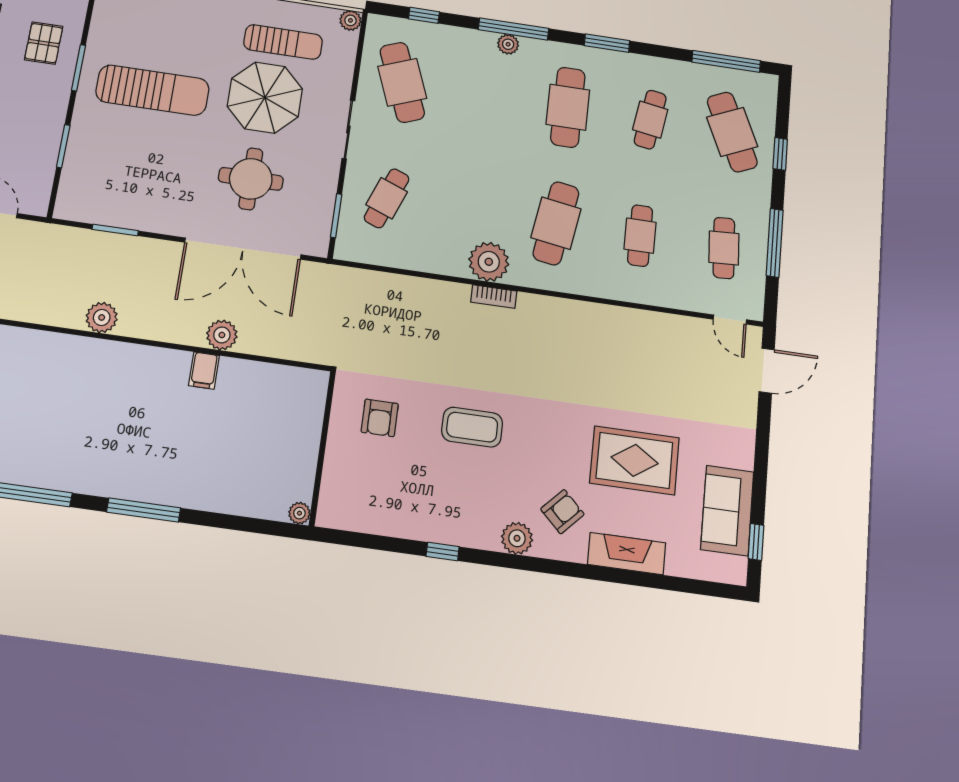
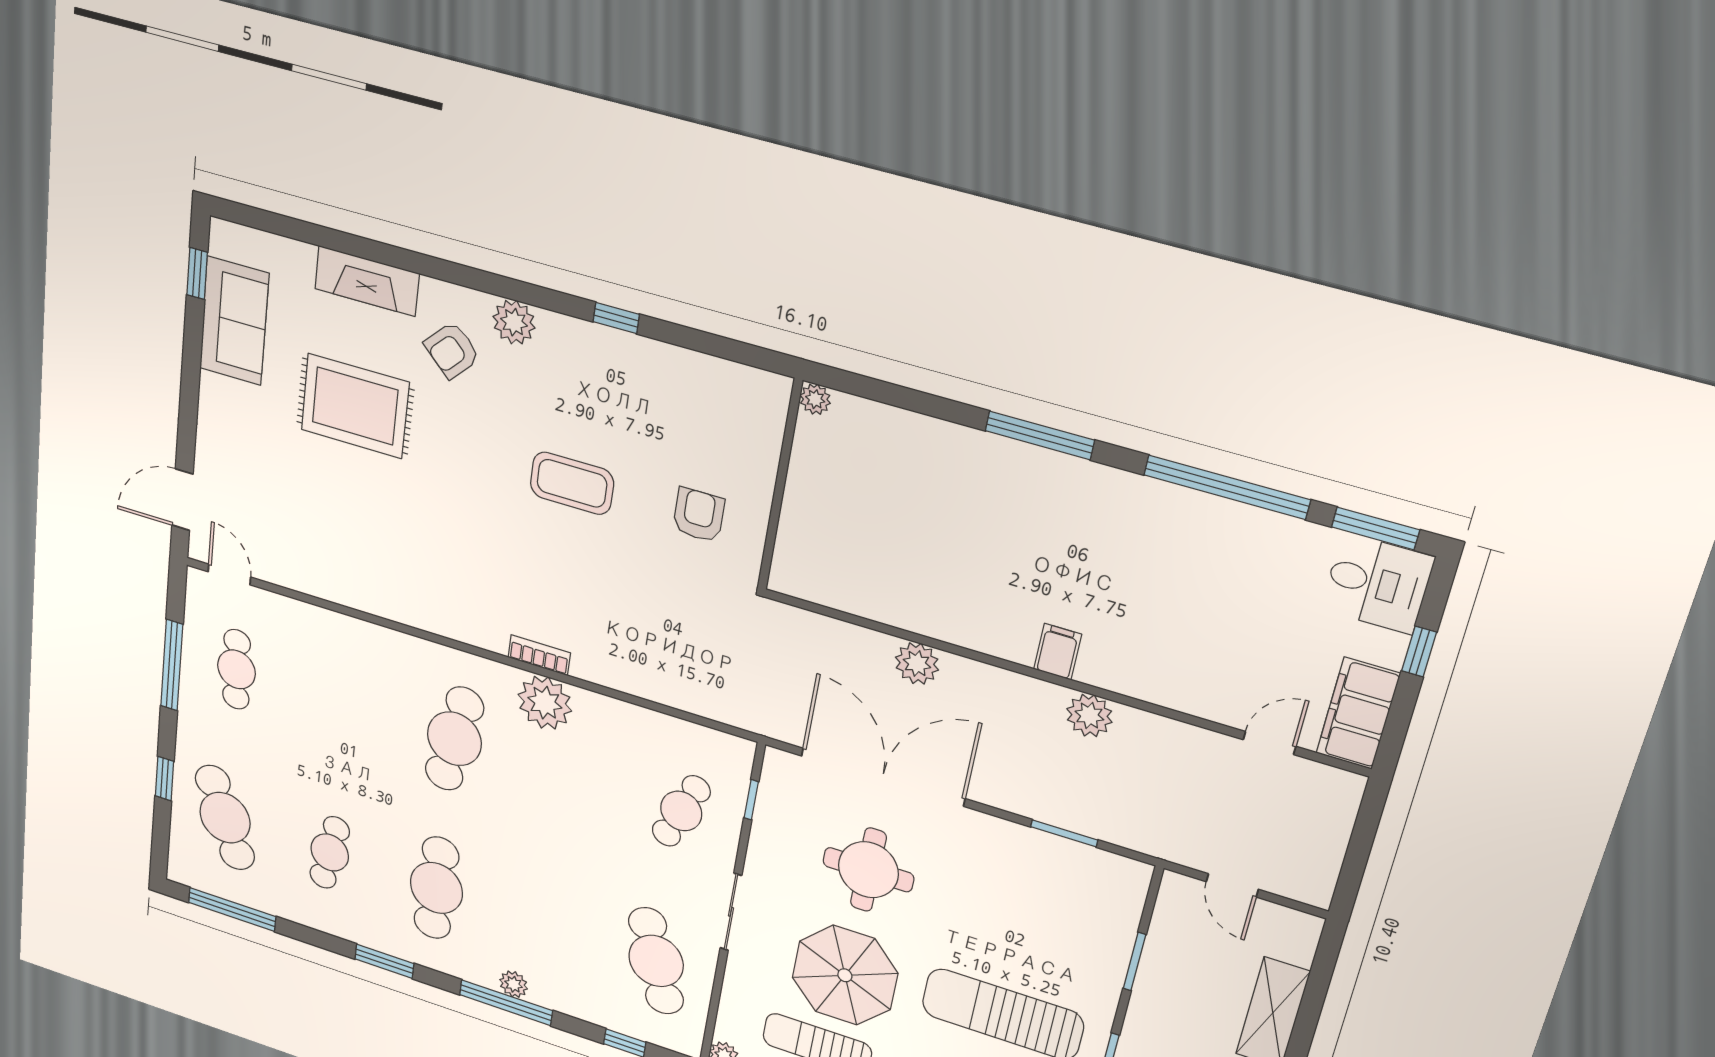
window: (336, 216) -> (751, 800), width x0.67
cafe table: (640, 236) -> (344, 704), removed
filing cabinet: (204, 371) -> (1058, 652), moved

